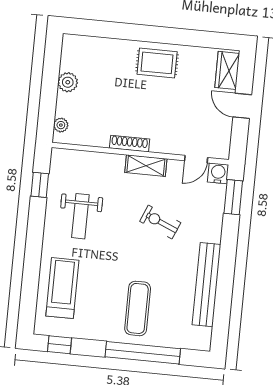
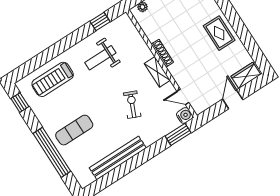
treadmill: (62, 288) -> (53, 79), turned 180

